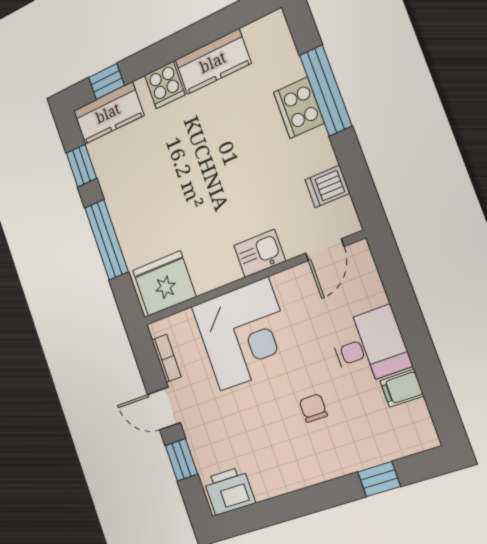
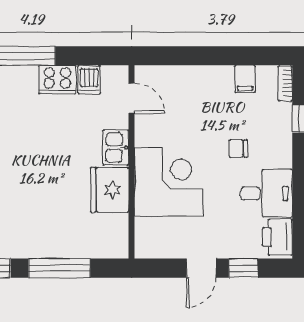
cooker: (299, 108) -> (57, 80), moved
fridge: (164, 283) -> (110, 190), moved
desk: (369, 346) -> (266, 193), moved, turned 90
bookcase: (166, 358) -> (285, 84), moved, turned -90

